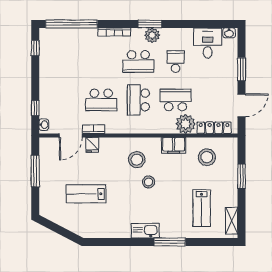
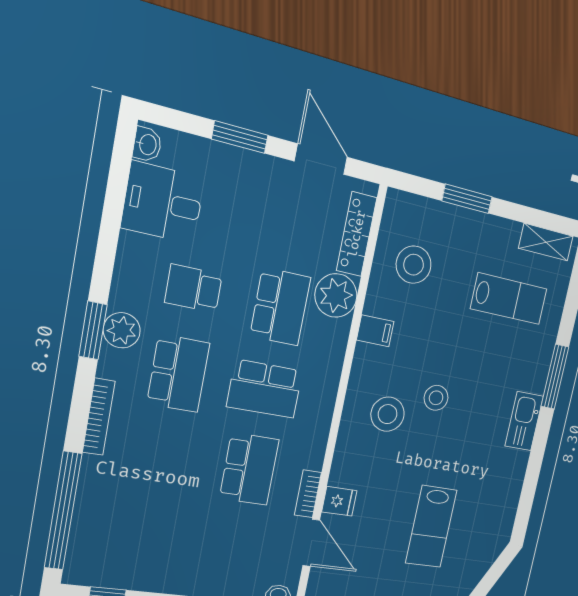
school desk: (176, 100) -> (280, 307), turned 180
filing cabinet: (174, 145) -> (375, 331), width x0.50

